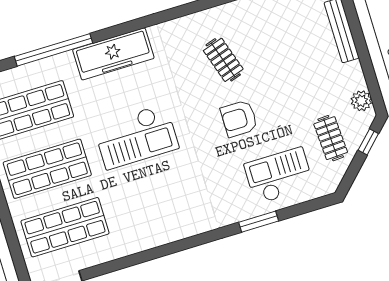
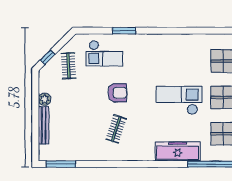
clothes rail: (223, 60) -> (116, 129), turned 36
plant: (361, 101) -> (45, 99), moved

